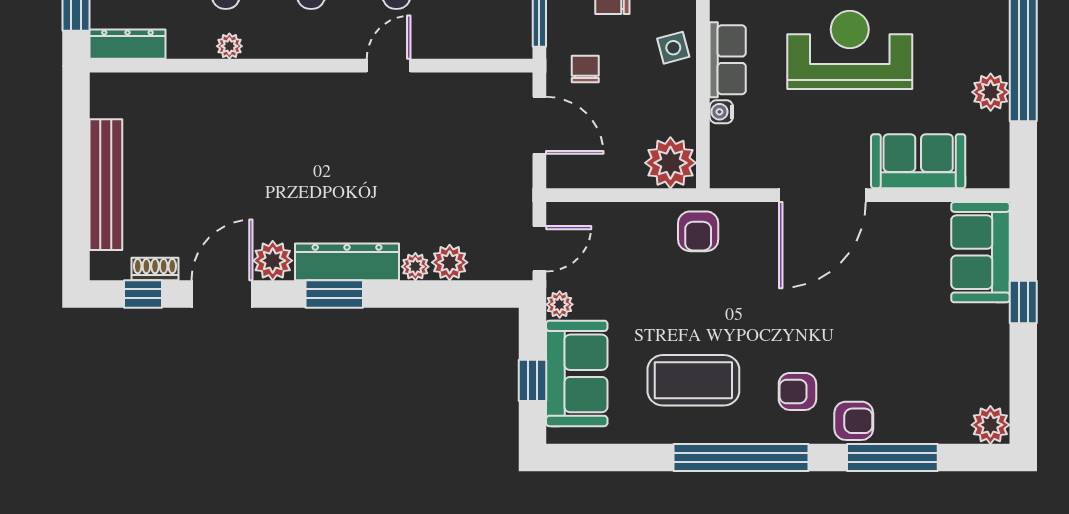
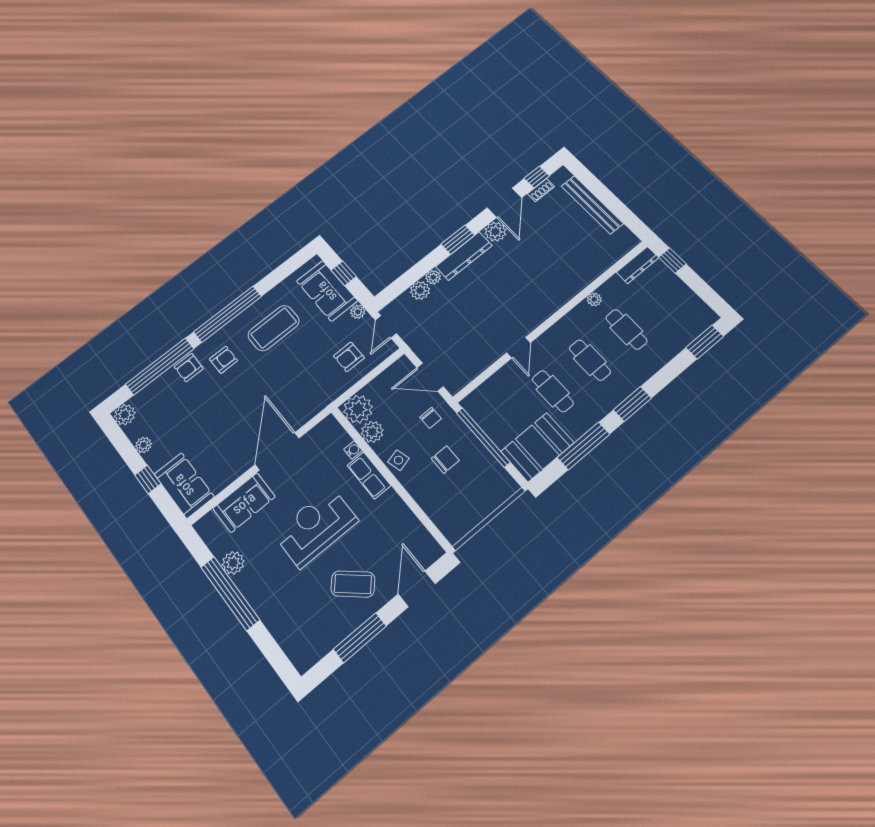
reception desk: (850, 50) -> (316, 527), turned 180
plant: (677, 115) -> (372, 432), added
armchair: (698, 231) -> (349, 357), moved, turned -90
plant: (995, 357) -> (143, 445), added
window: (892, 457) -> (160, 366), width x1.46

